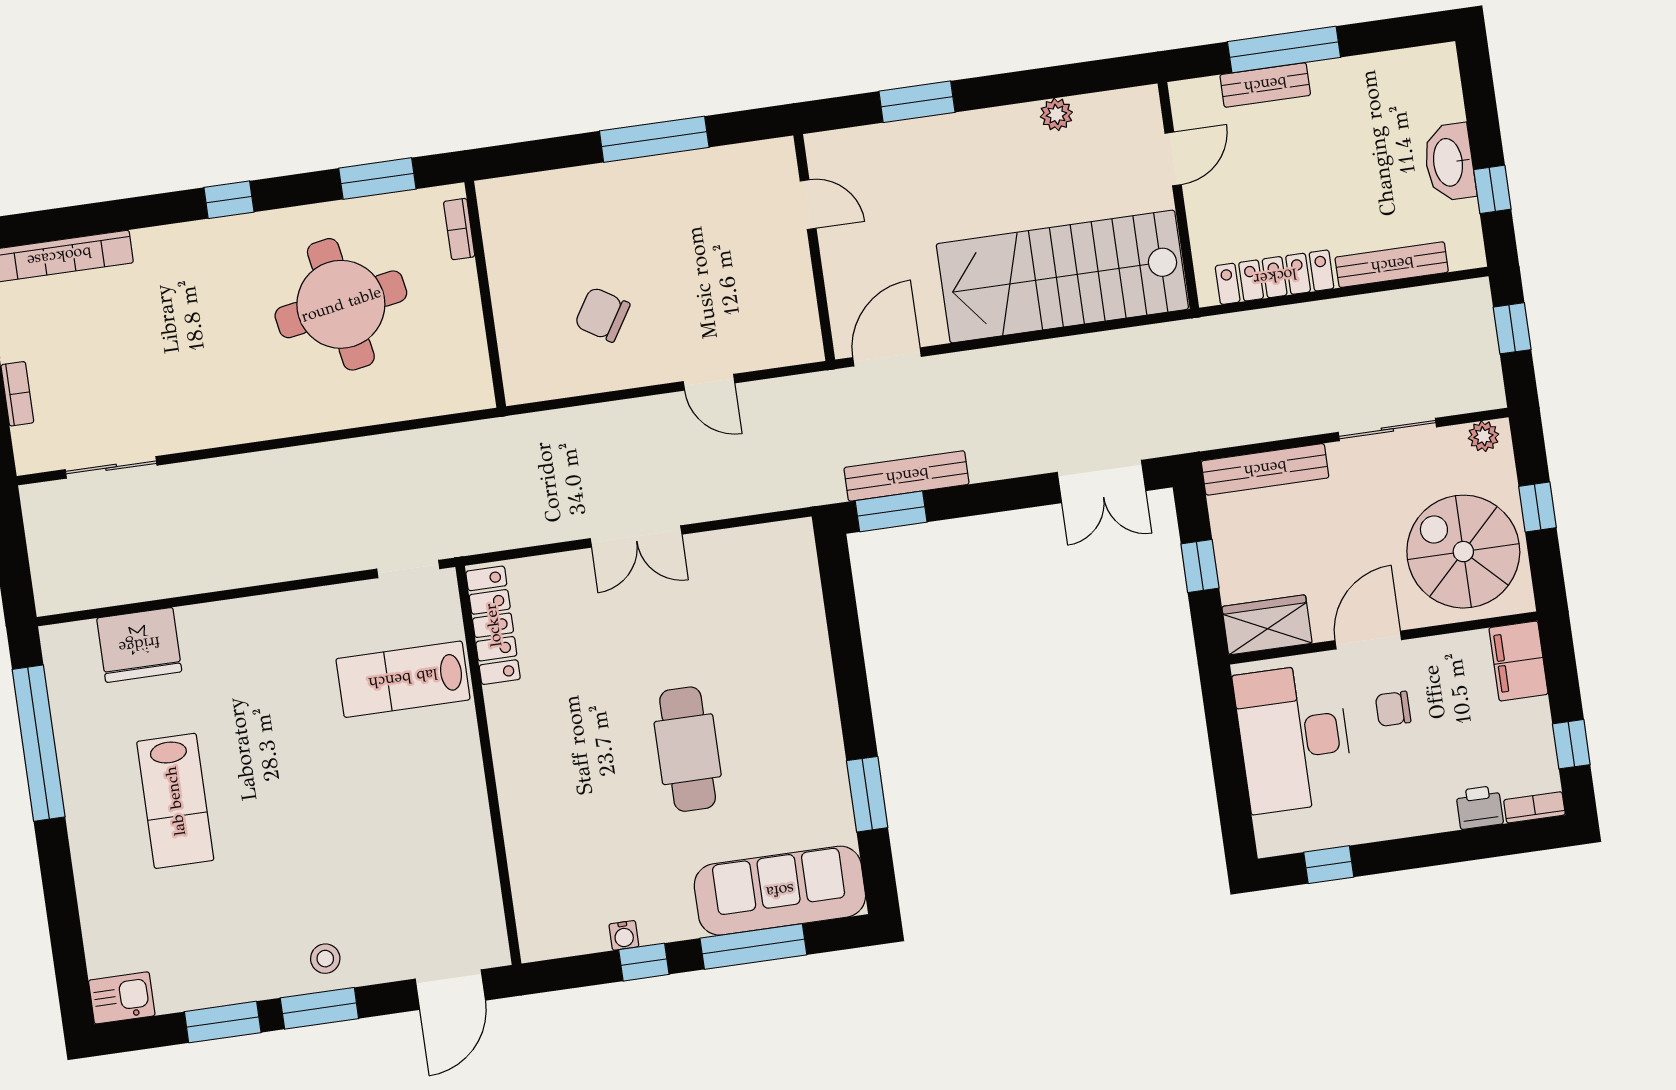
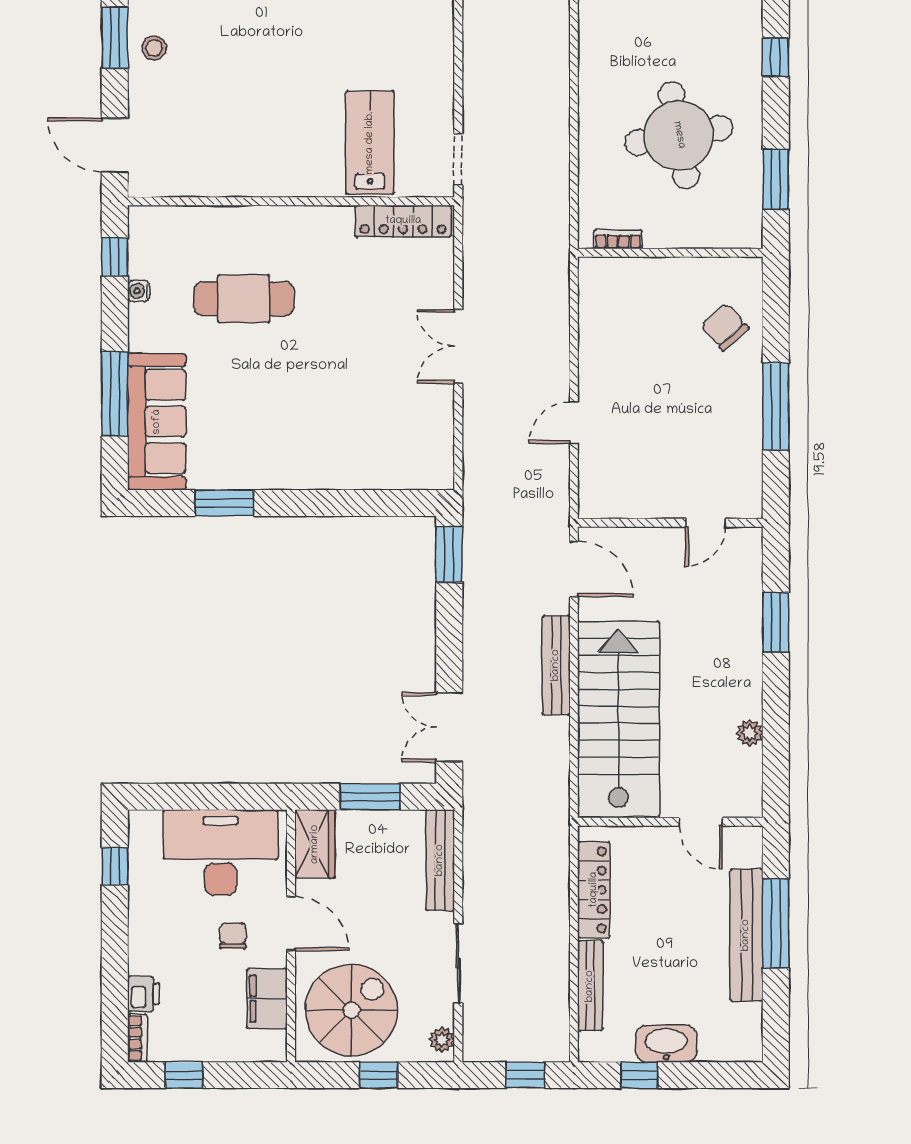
bench: (1265, 85) -> (746, 935), width x1.86, depth x1.21
bookcase: (459, 229) -> (618, 239), moved
chair: (602, 315) -> (725, 327), moved, turned -74
bench: (907, 476) -> (556, 665), moved
window: (1200, 566) -> (370, 797), width x1.50
filing cabinet: (1518, 661) -> (267, 999), moved, turned -90
cafe table: (688, 749) -> (244, 299), moved
window: (644, 962) -> (115, 257), moved

